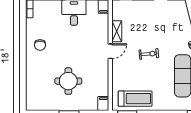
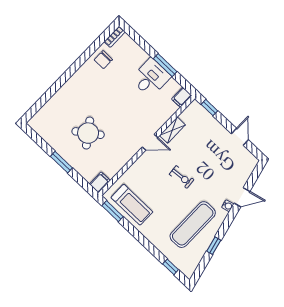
chair: (40, 45) -> (103, 60), moved
round table: (68, 81) -> (88, 133), turned -36

